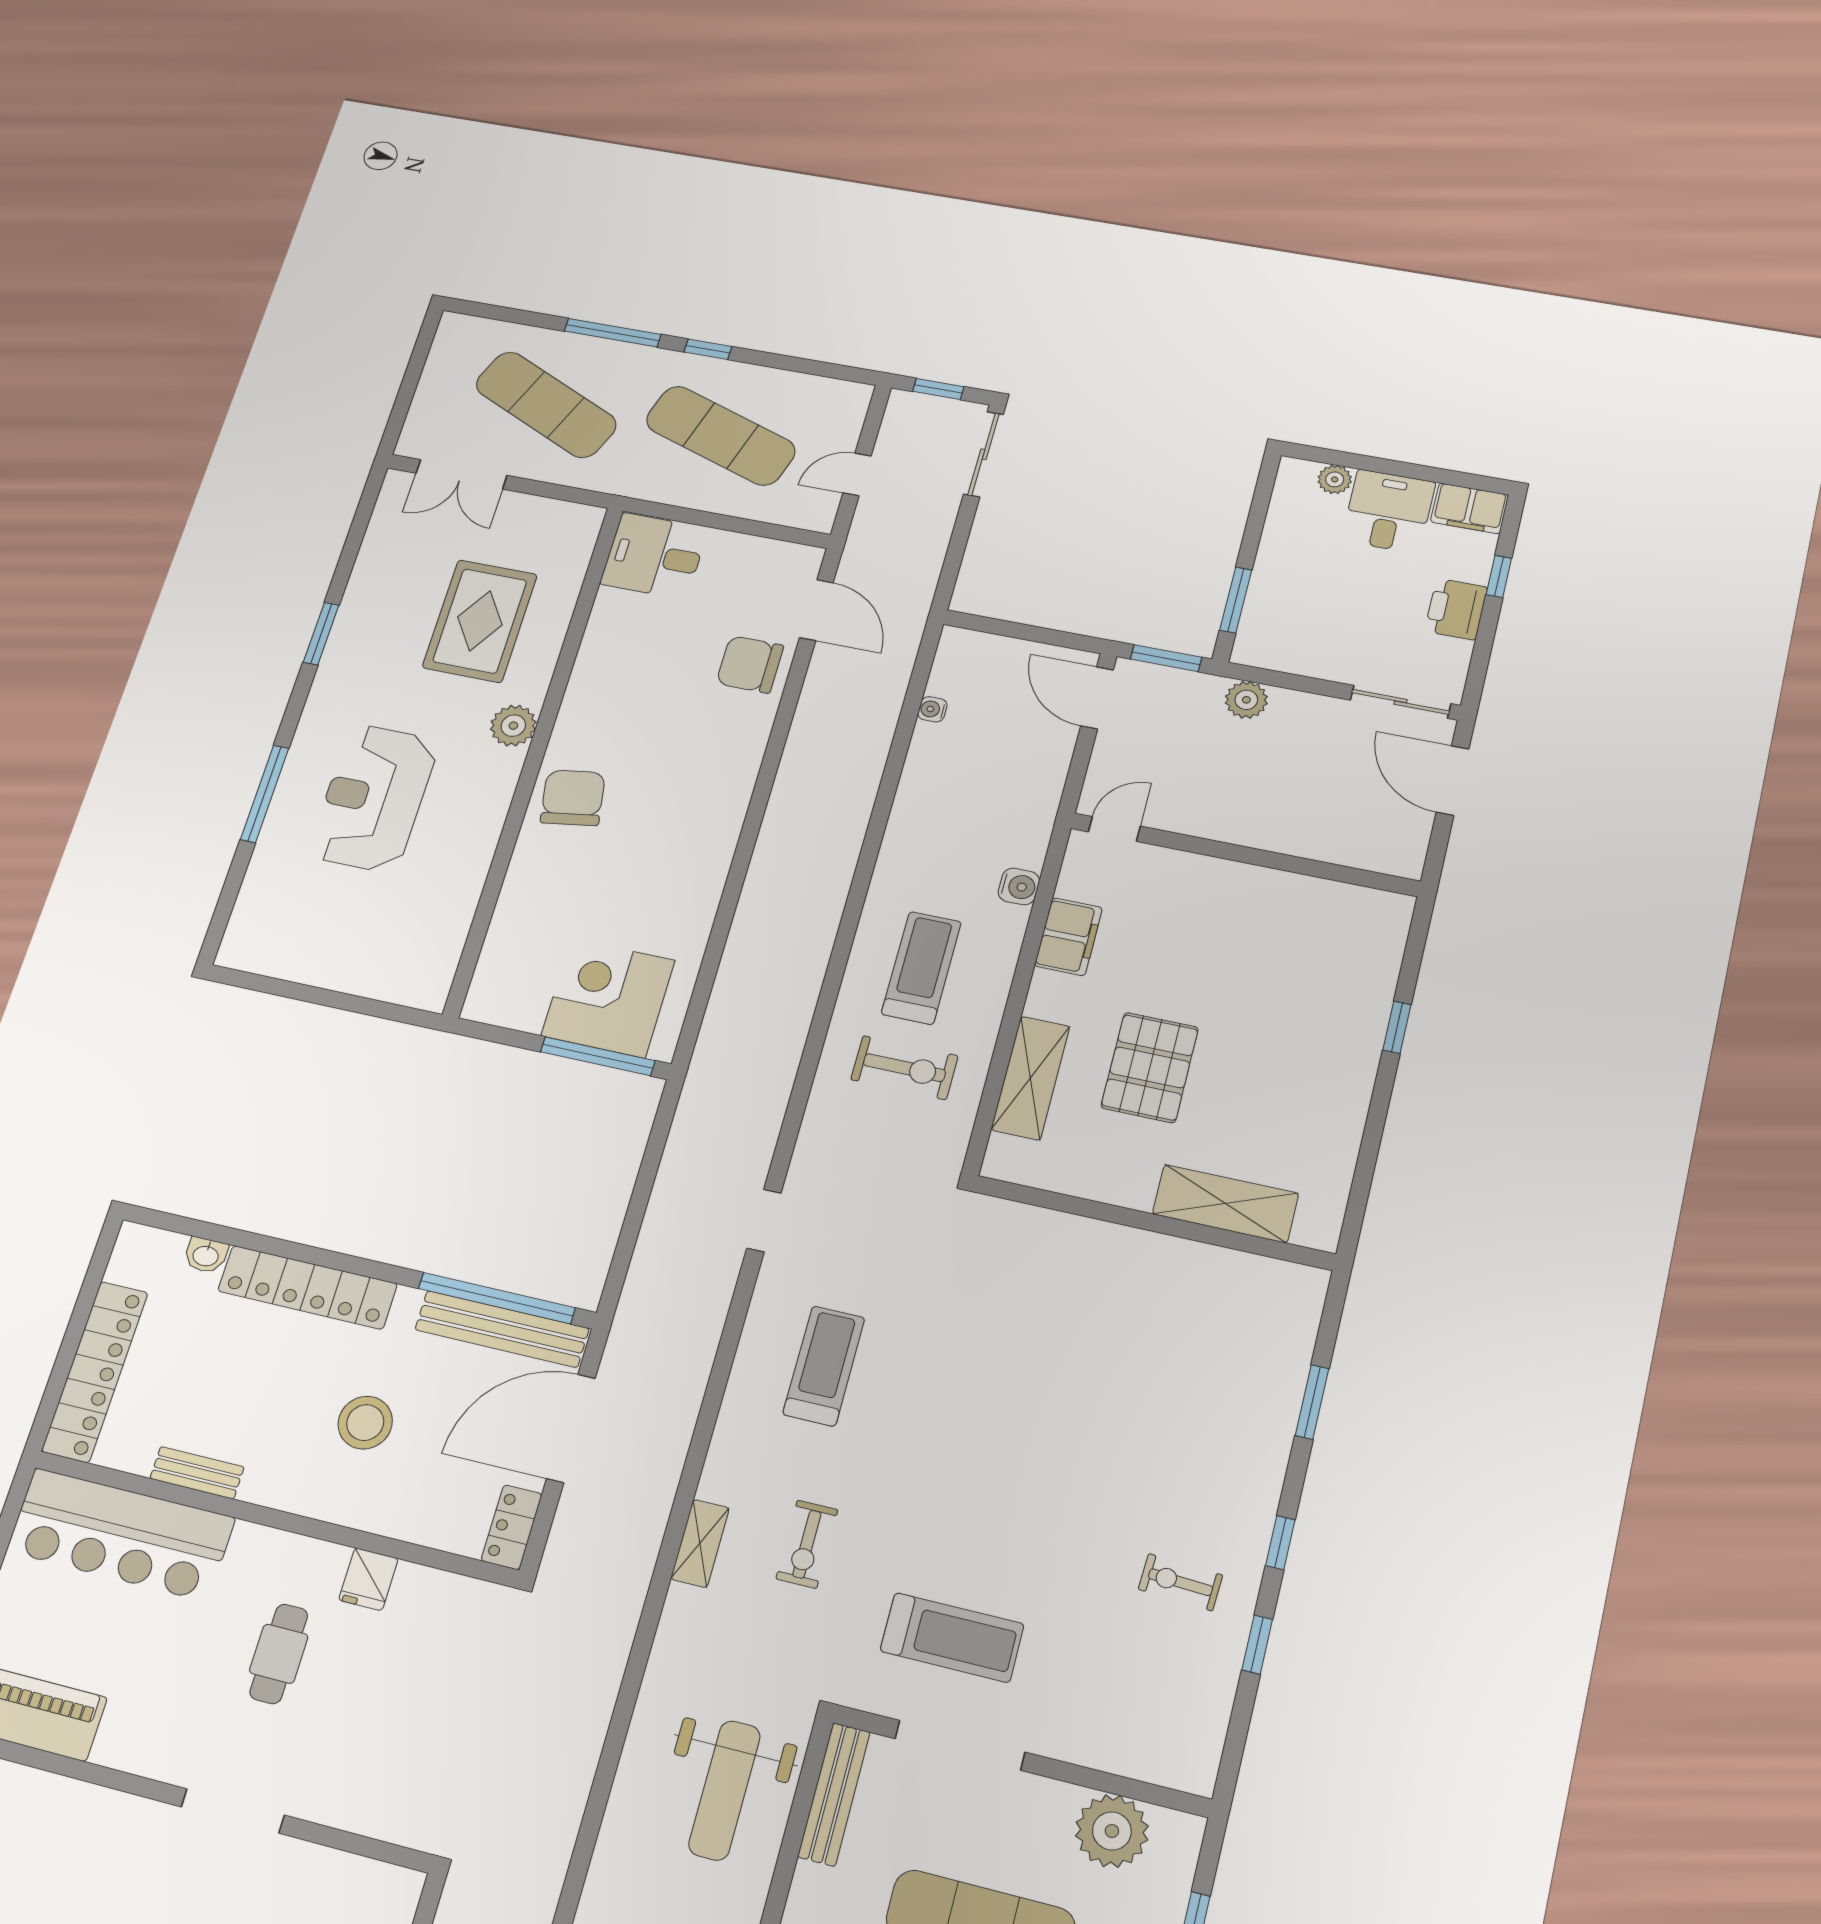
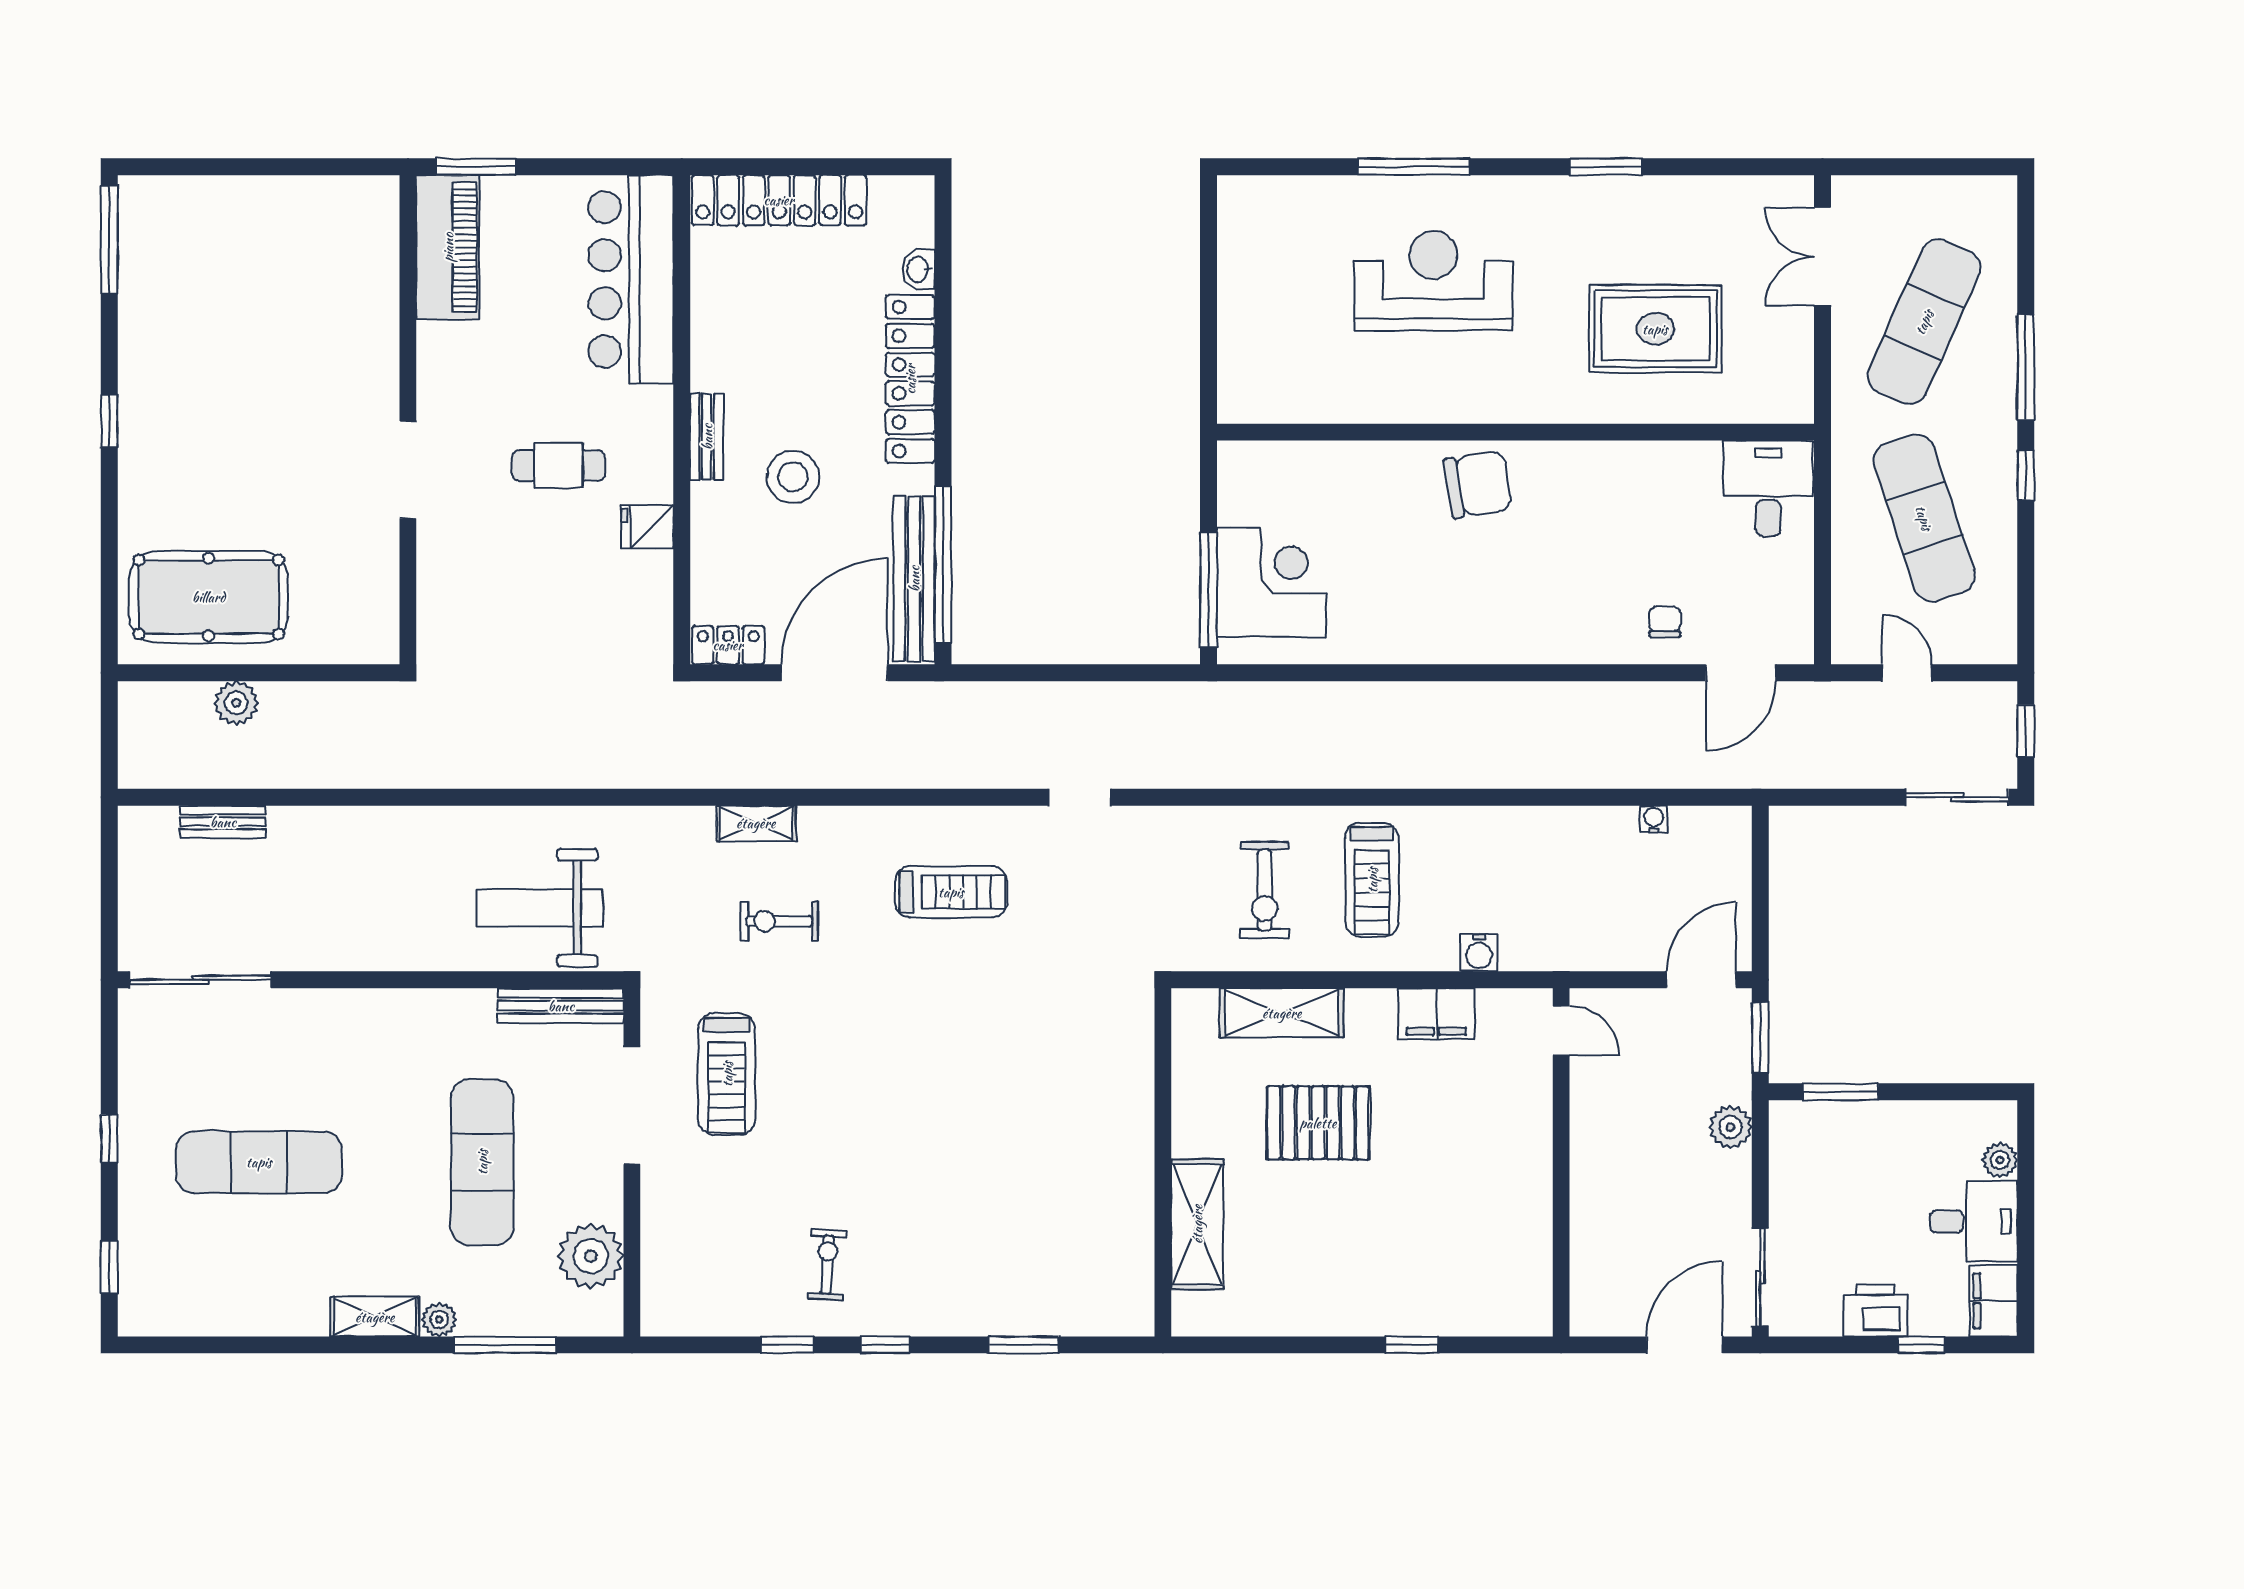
exercise mat: (721, 436) -> (1924, 518), turned -36
chair: (750, 664) -> (1665, 622), width x0.54, depth x0.54
plant: (513, 726) -> (1545, 400), removed
treadmill: (921, 968) -> (1372, 880), turned 90
door: (571, 1428) -> (834, 673), hinge flipped
bench: (197, 1473) -> (707, 437), moved

